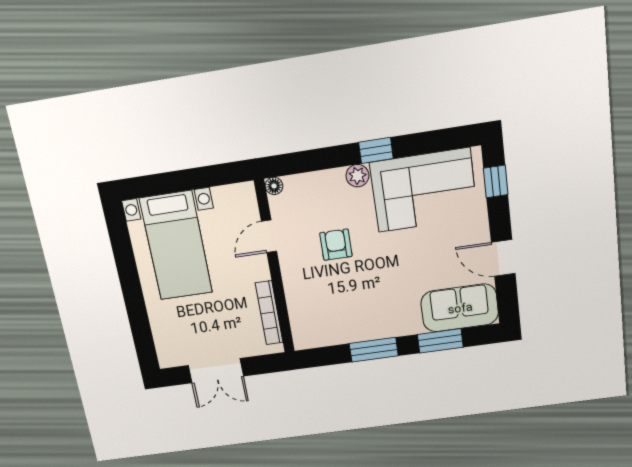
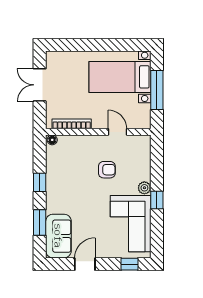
window: (185, 180) -> (157, 90), added
floor lamp: (274, 186) -> (52, 140), moved
window: (374, 350) -> (40, 182), width x0.67

